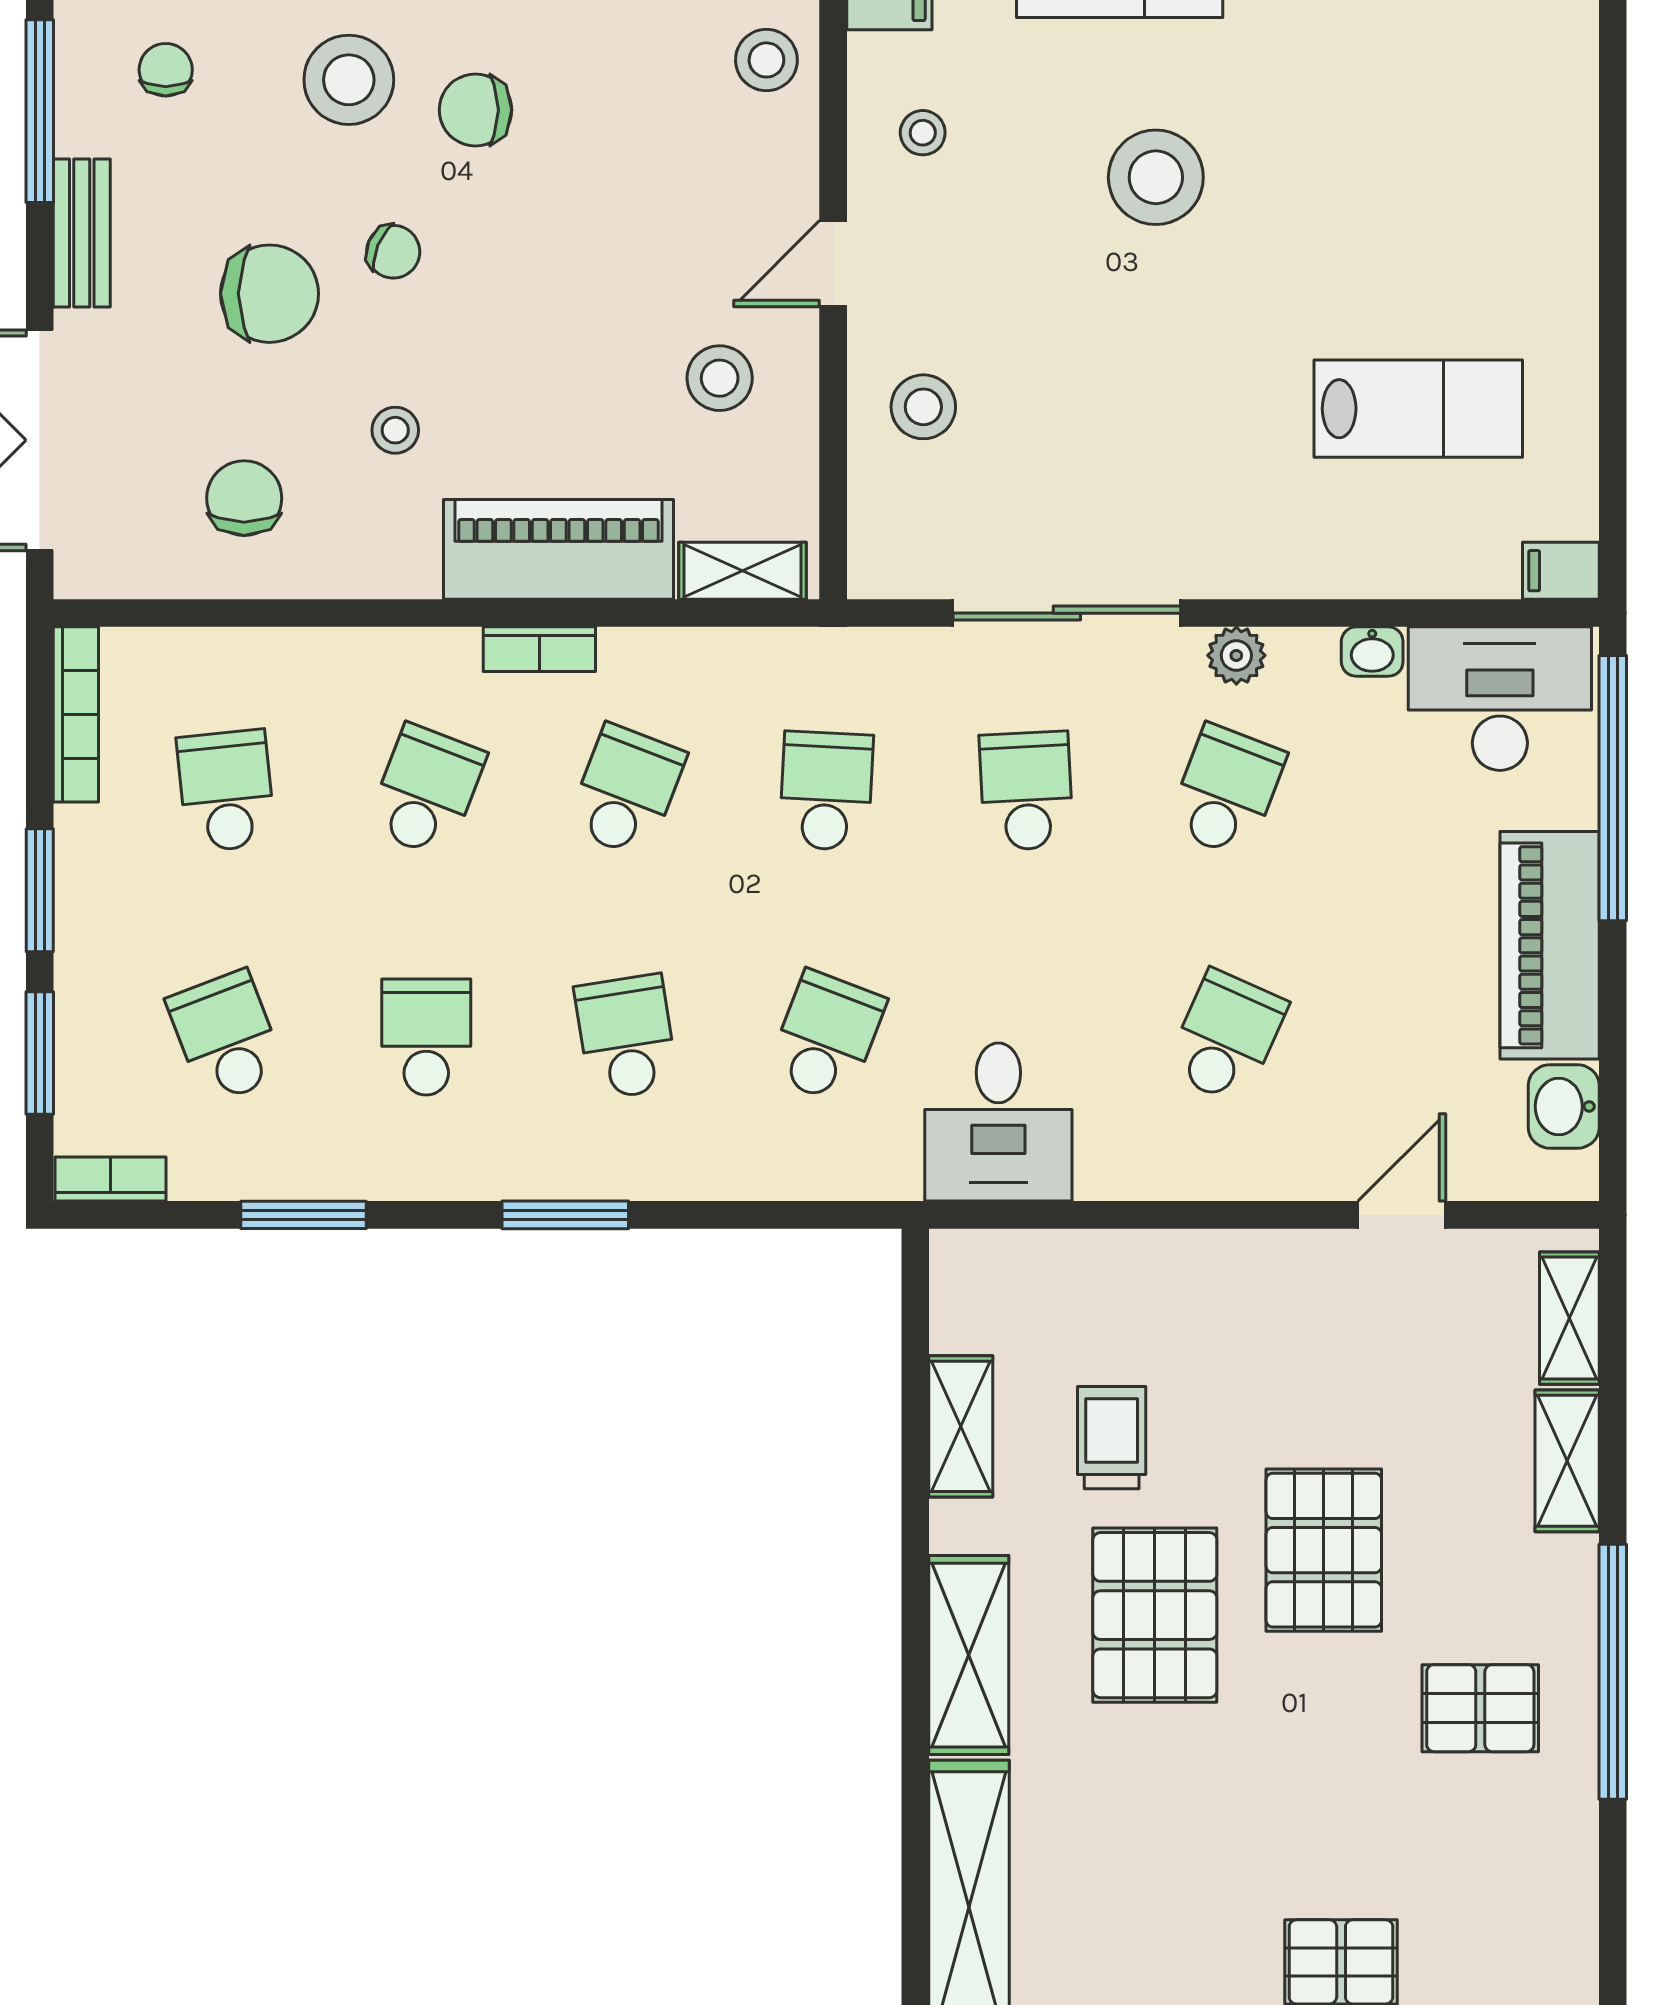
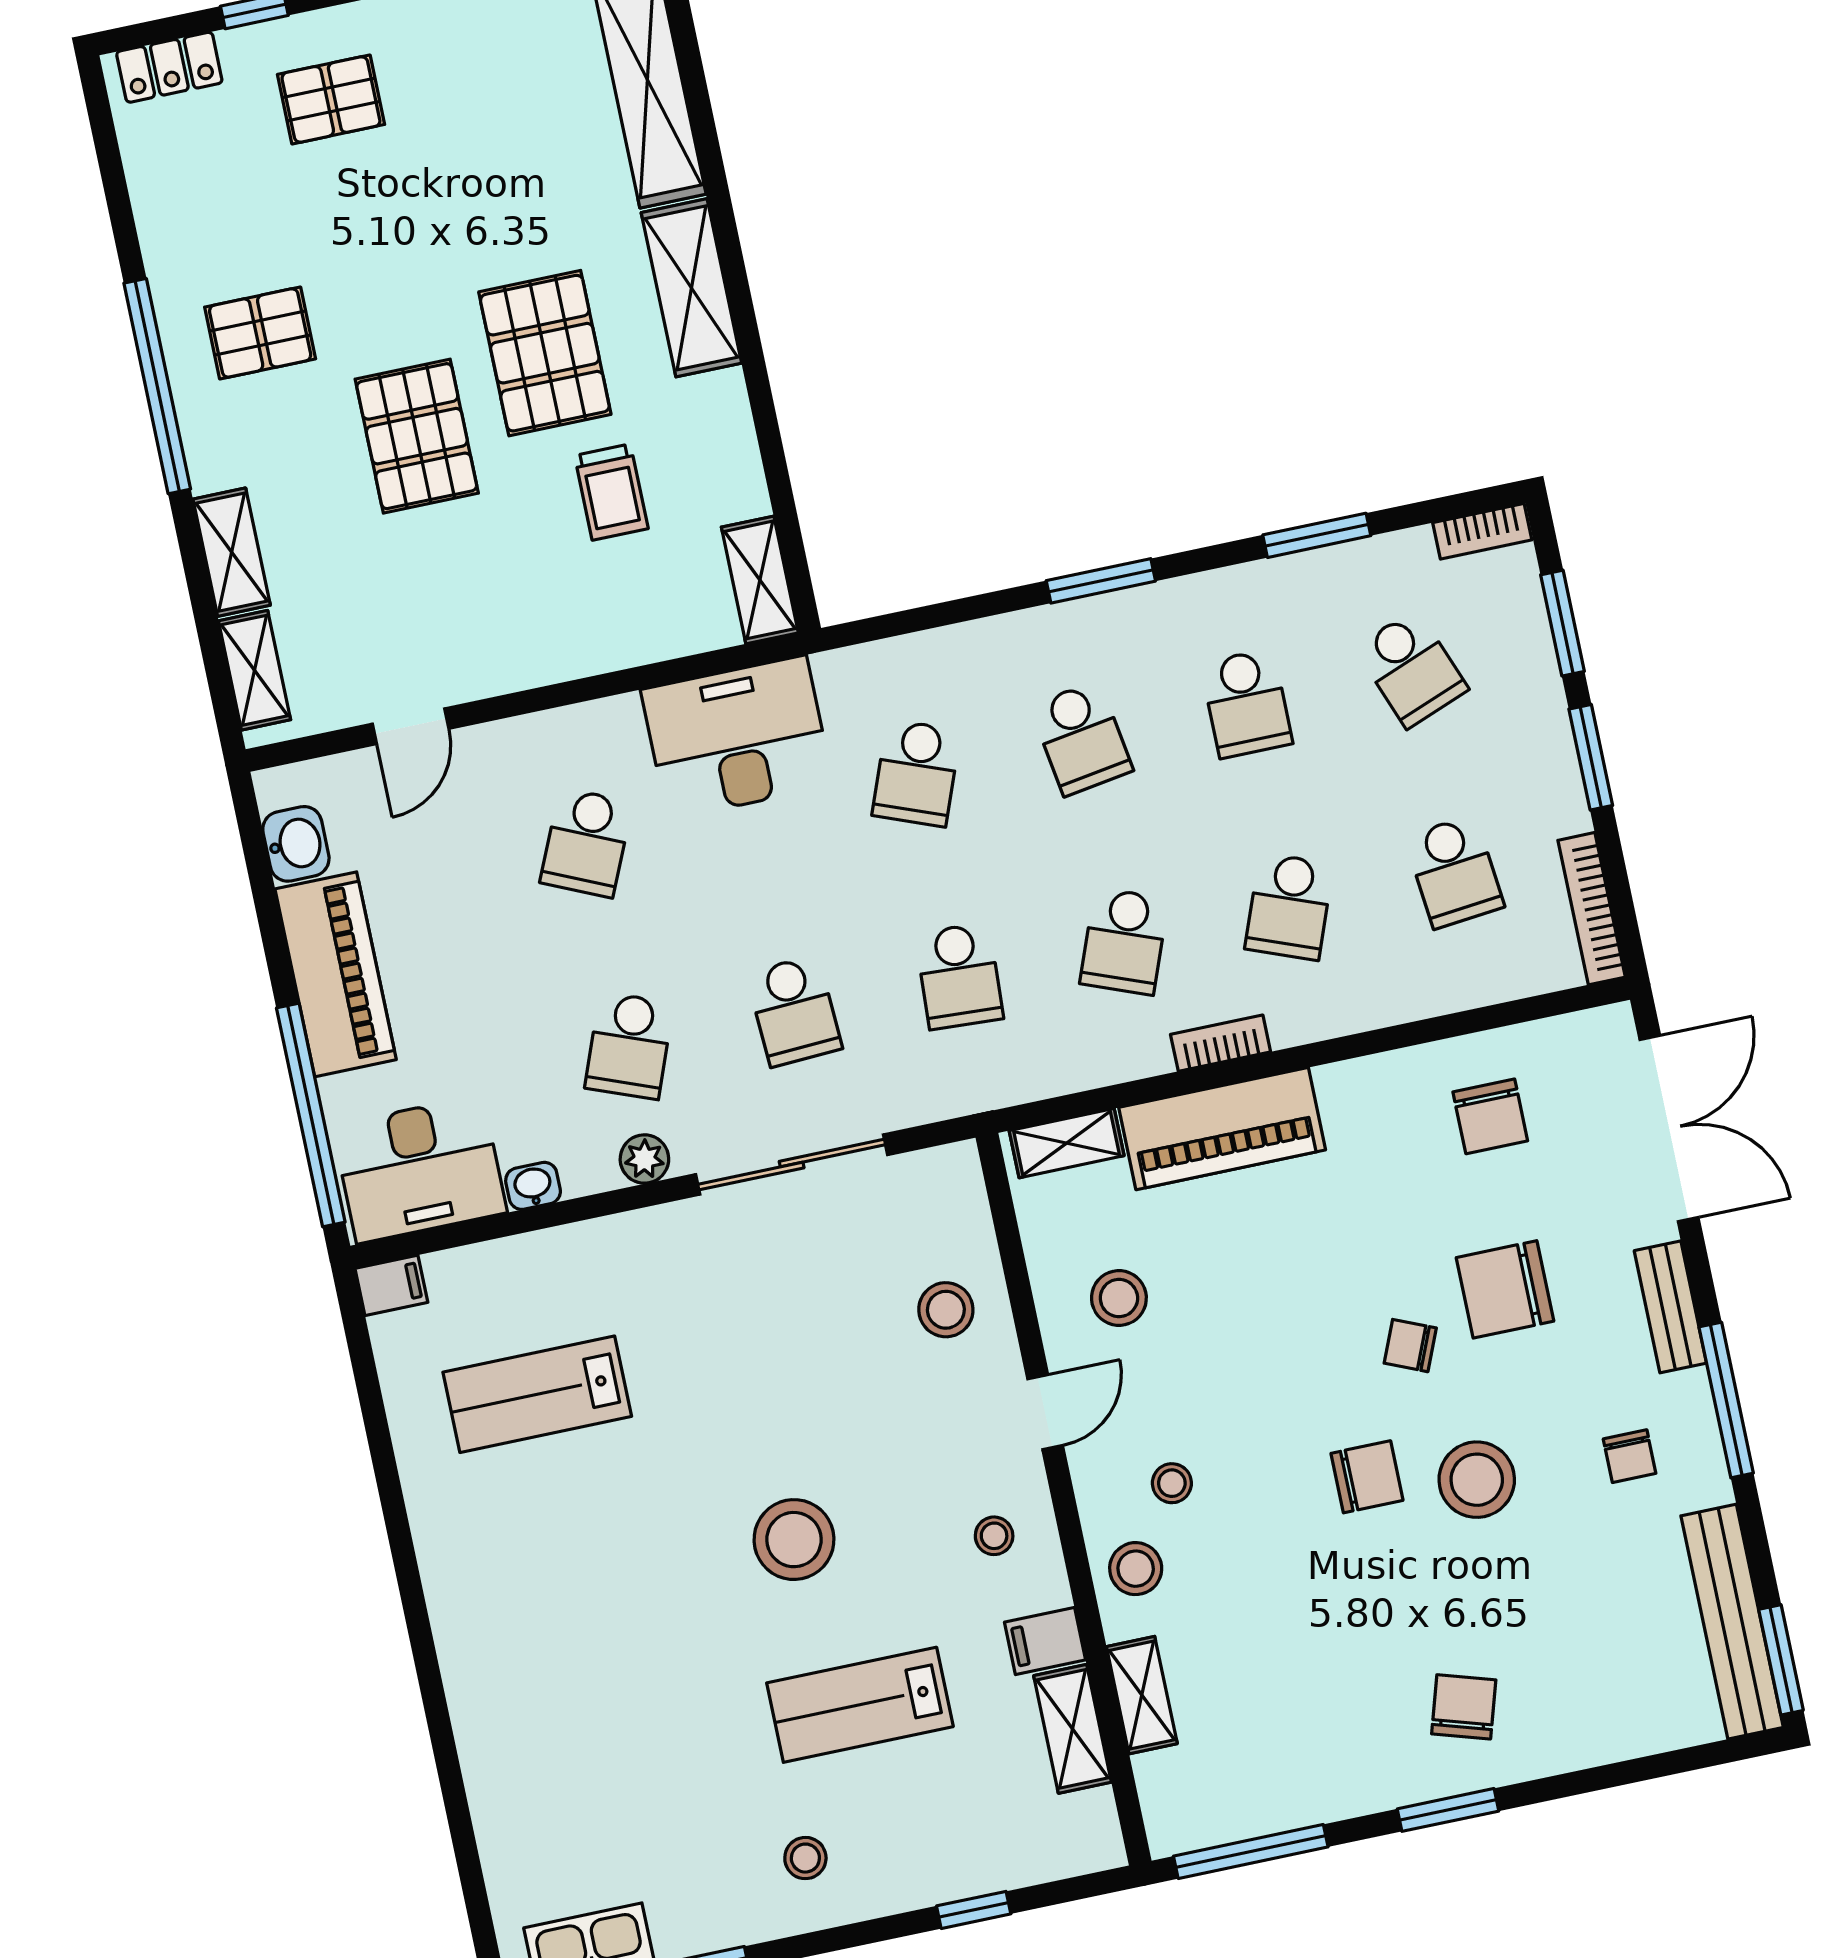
stool: (395, 430) -> (1172, 1483), moved
desk: (998, 1122) -> (737, 738), width x1.37
shelving: (961, 1426) -> (760, 580), moved

